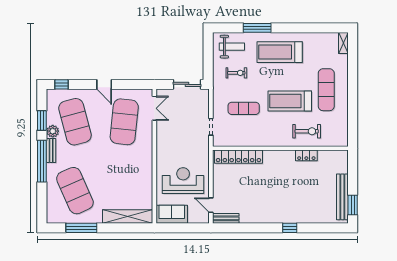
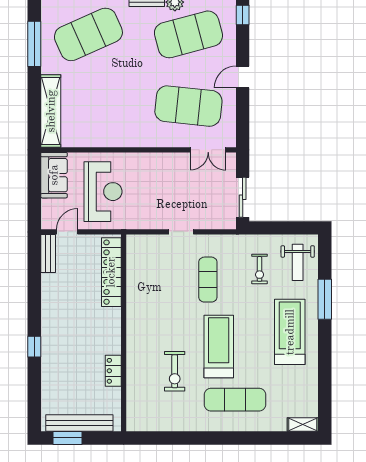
wall: (280, 148) -> (124, 333), moved
locker: (306, 155) -> (113, 371), moved
locker: (238, 157) -> (111, 272), moved

